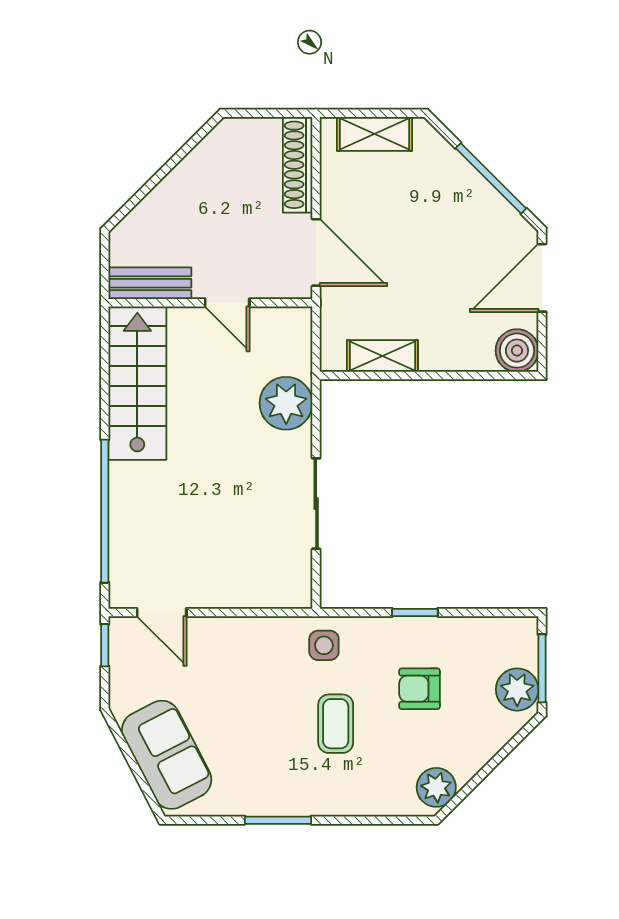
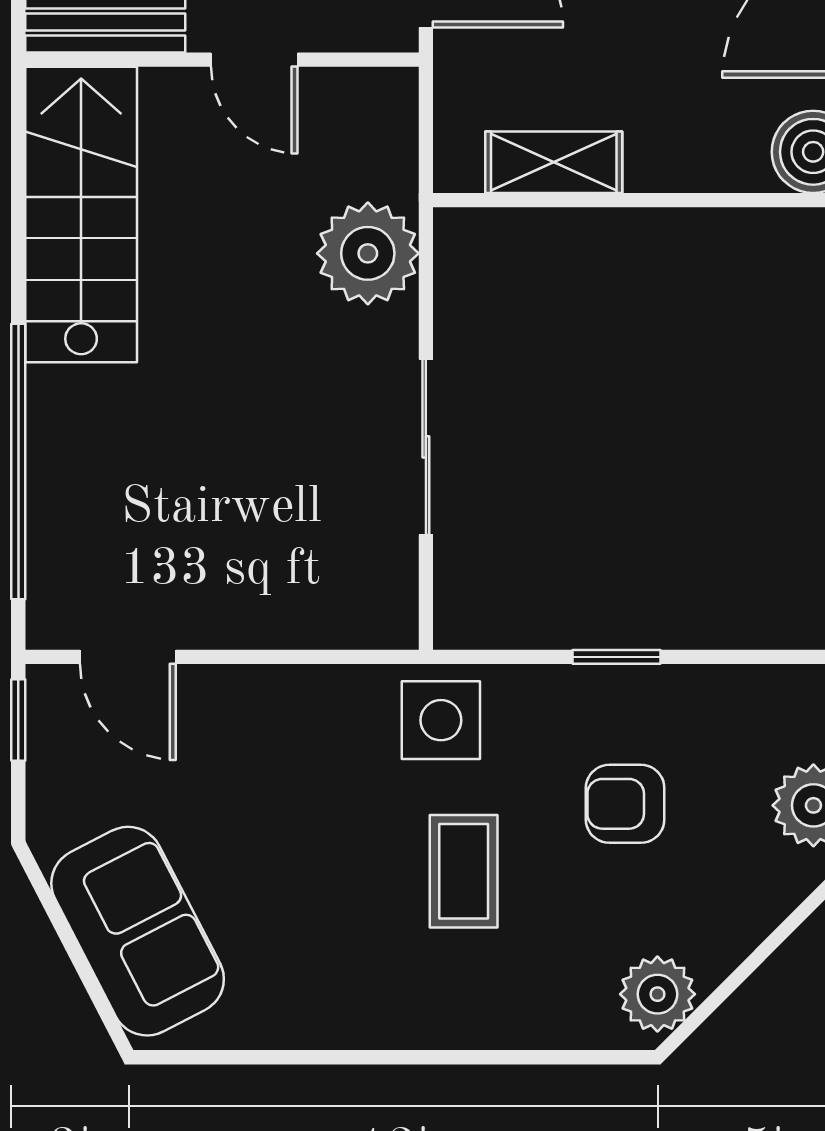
side table: (324, 645) -> (441, 720), width x1.37, depth x1.37
window: (278, 820) -> (352, 1057), removed

